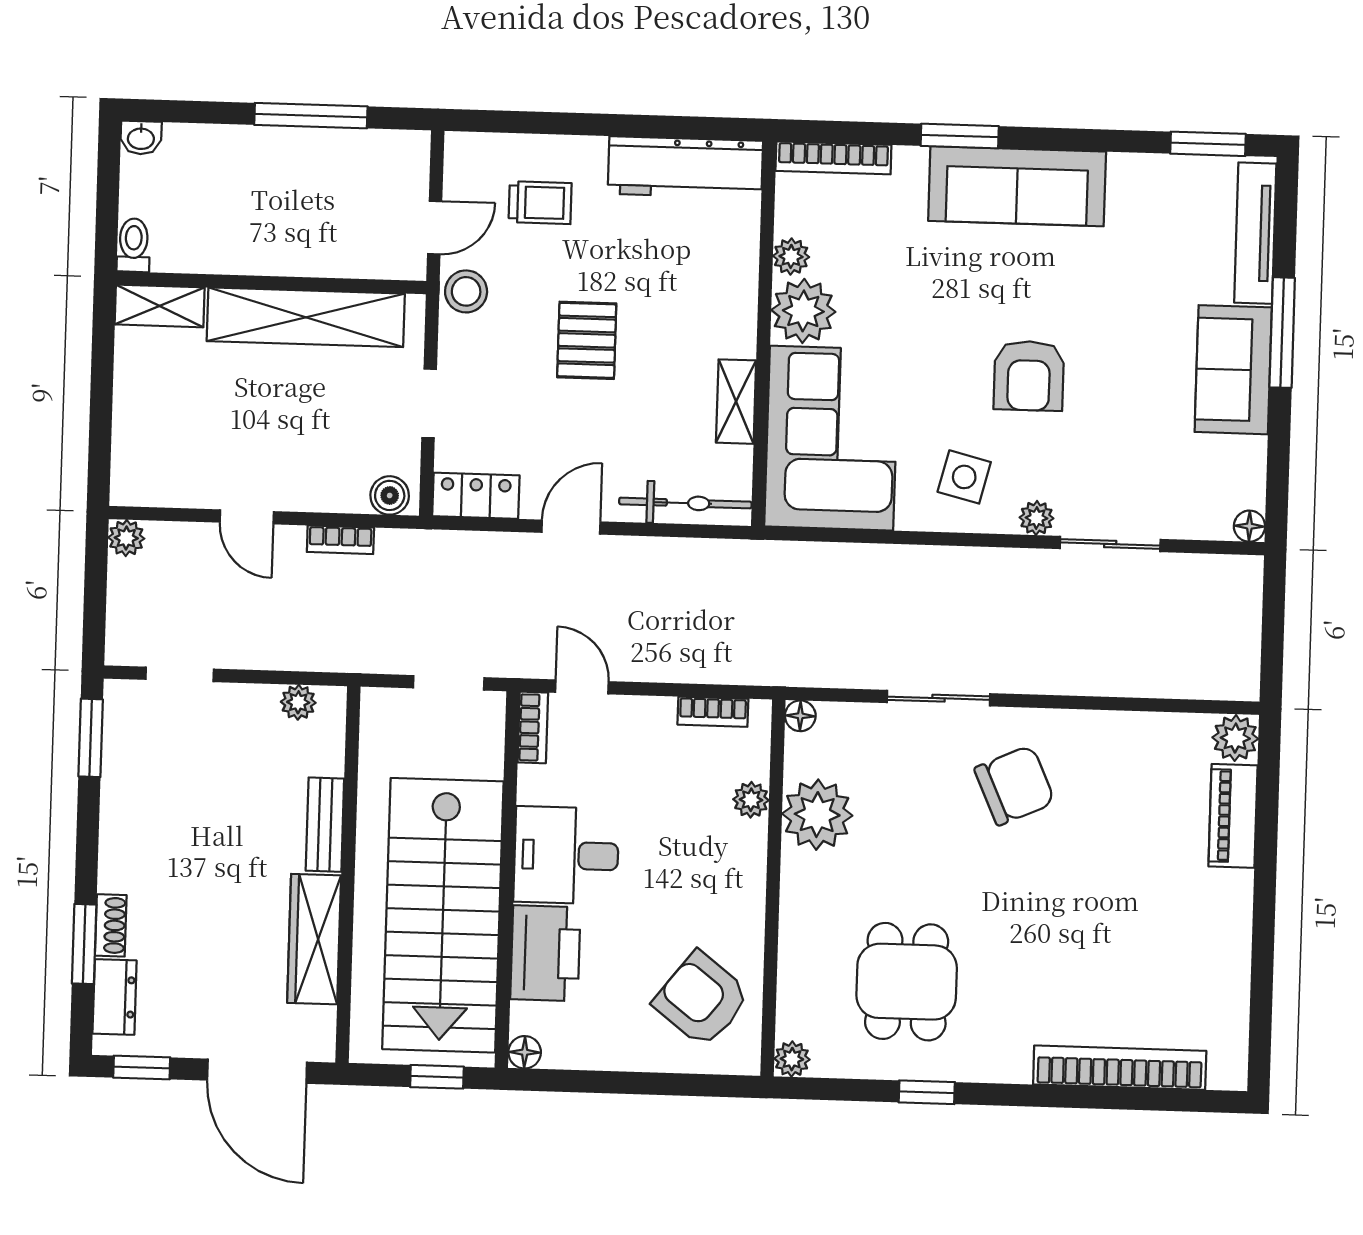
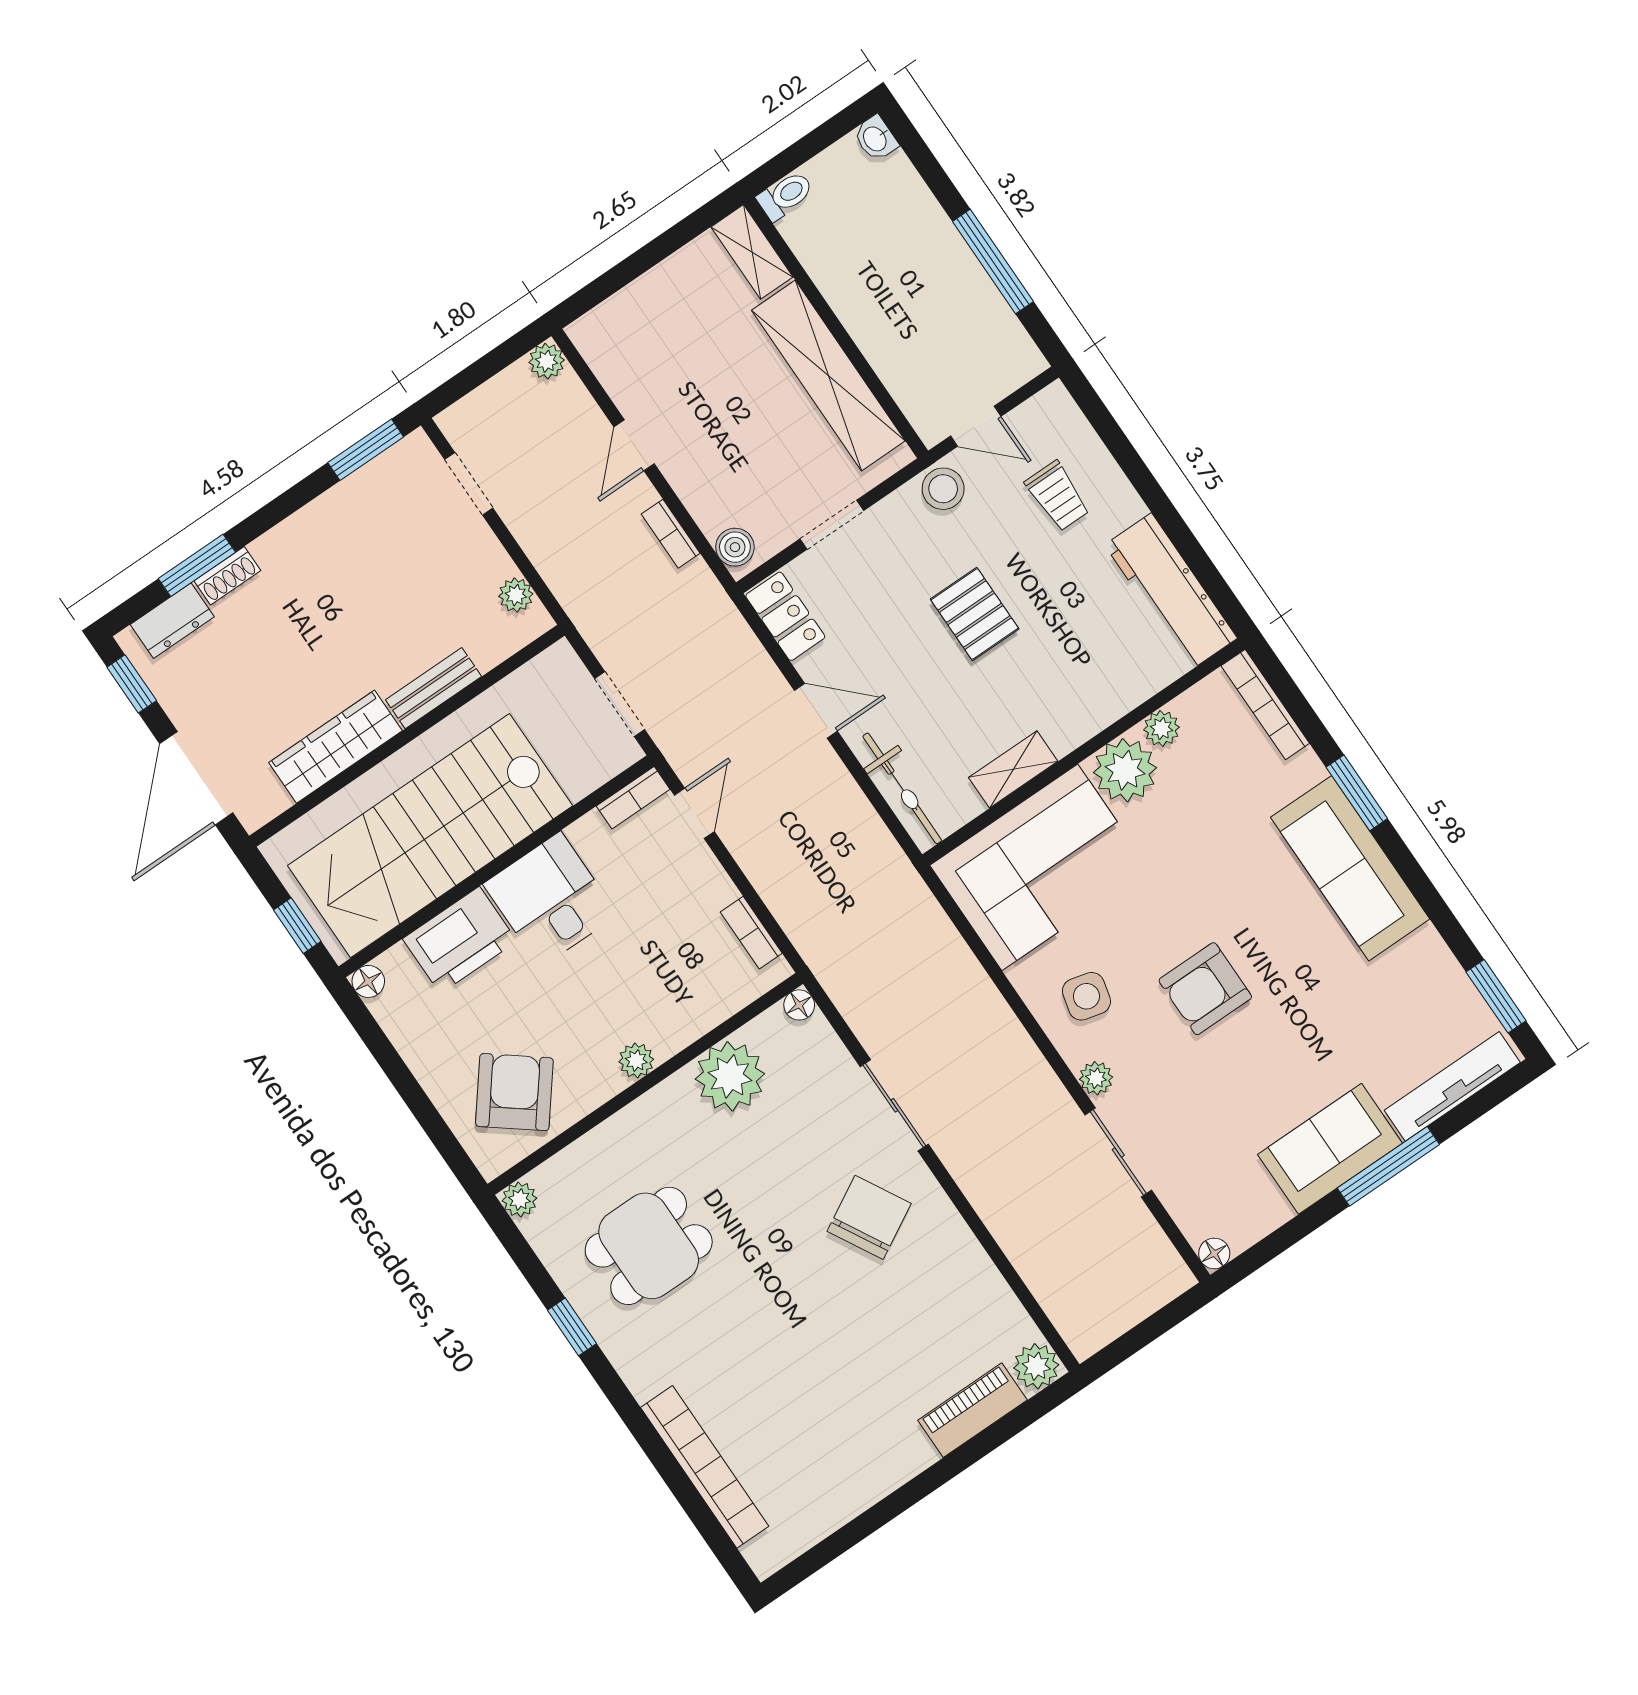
pallet: (587, 340) -> (975, 614), turned 90
chair: (1015, 785) -> (869, 1217), turned -95
plant: (751, 800) -> (636, 1061), moved

